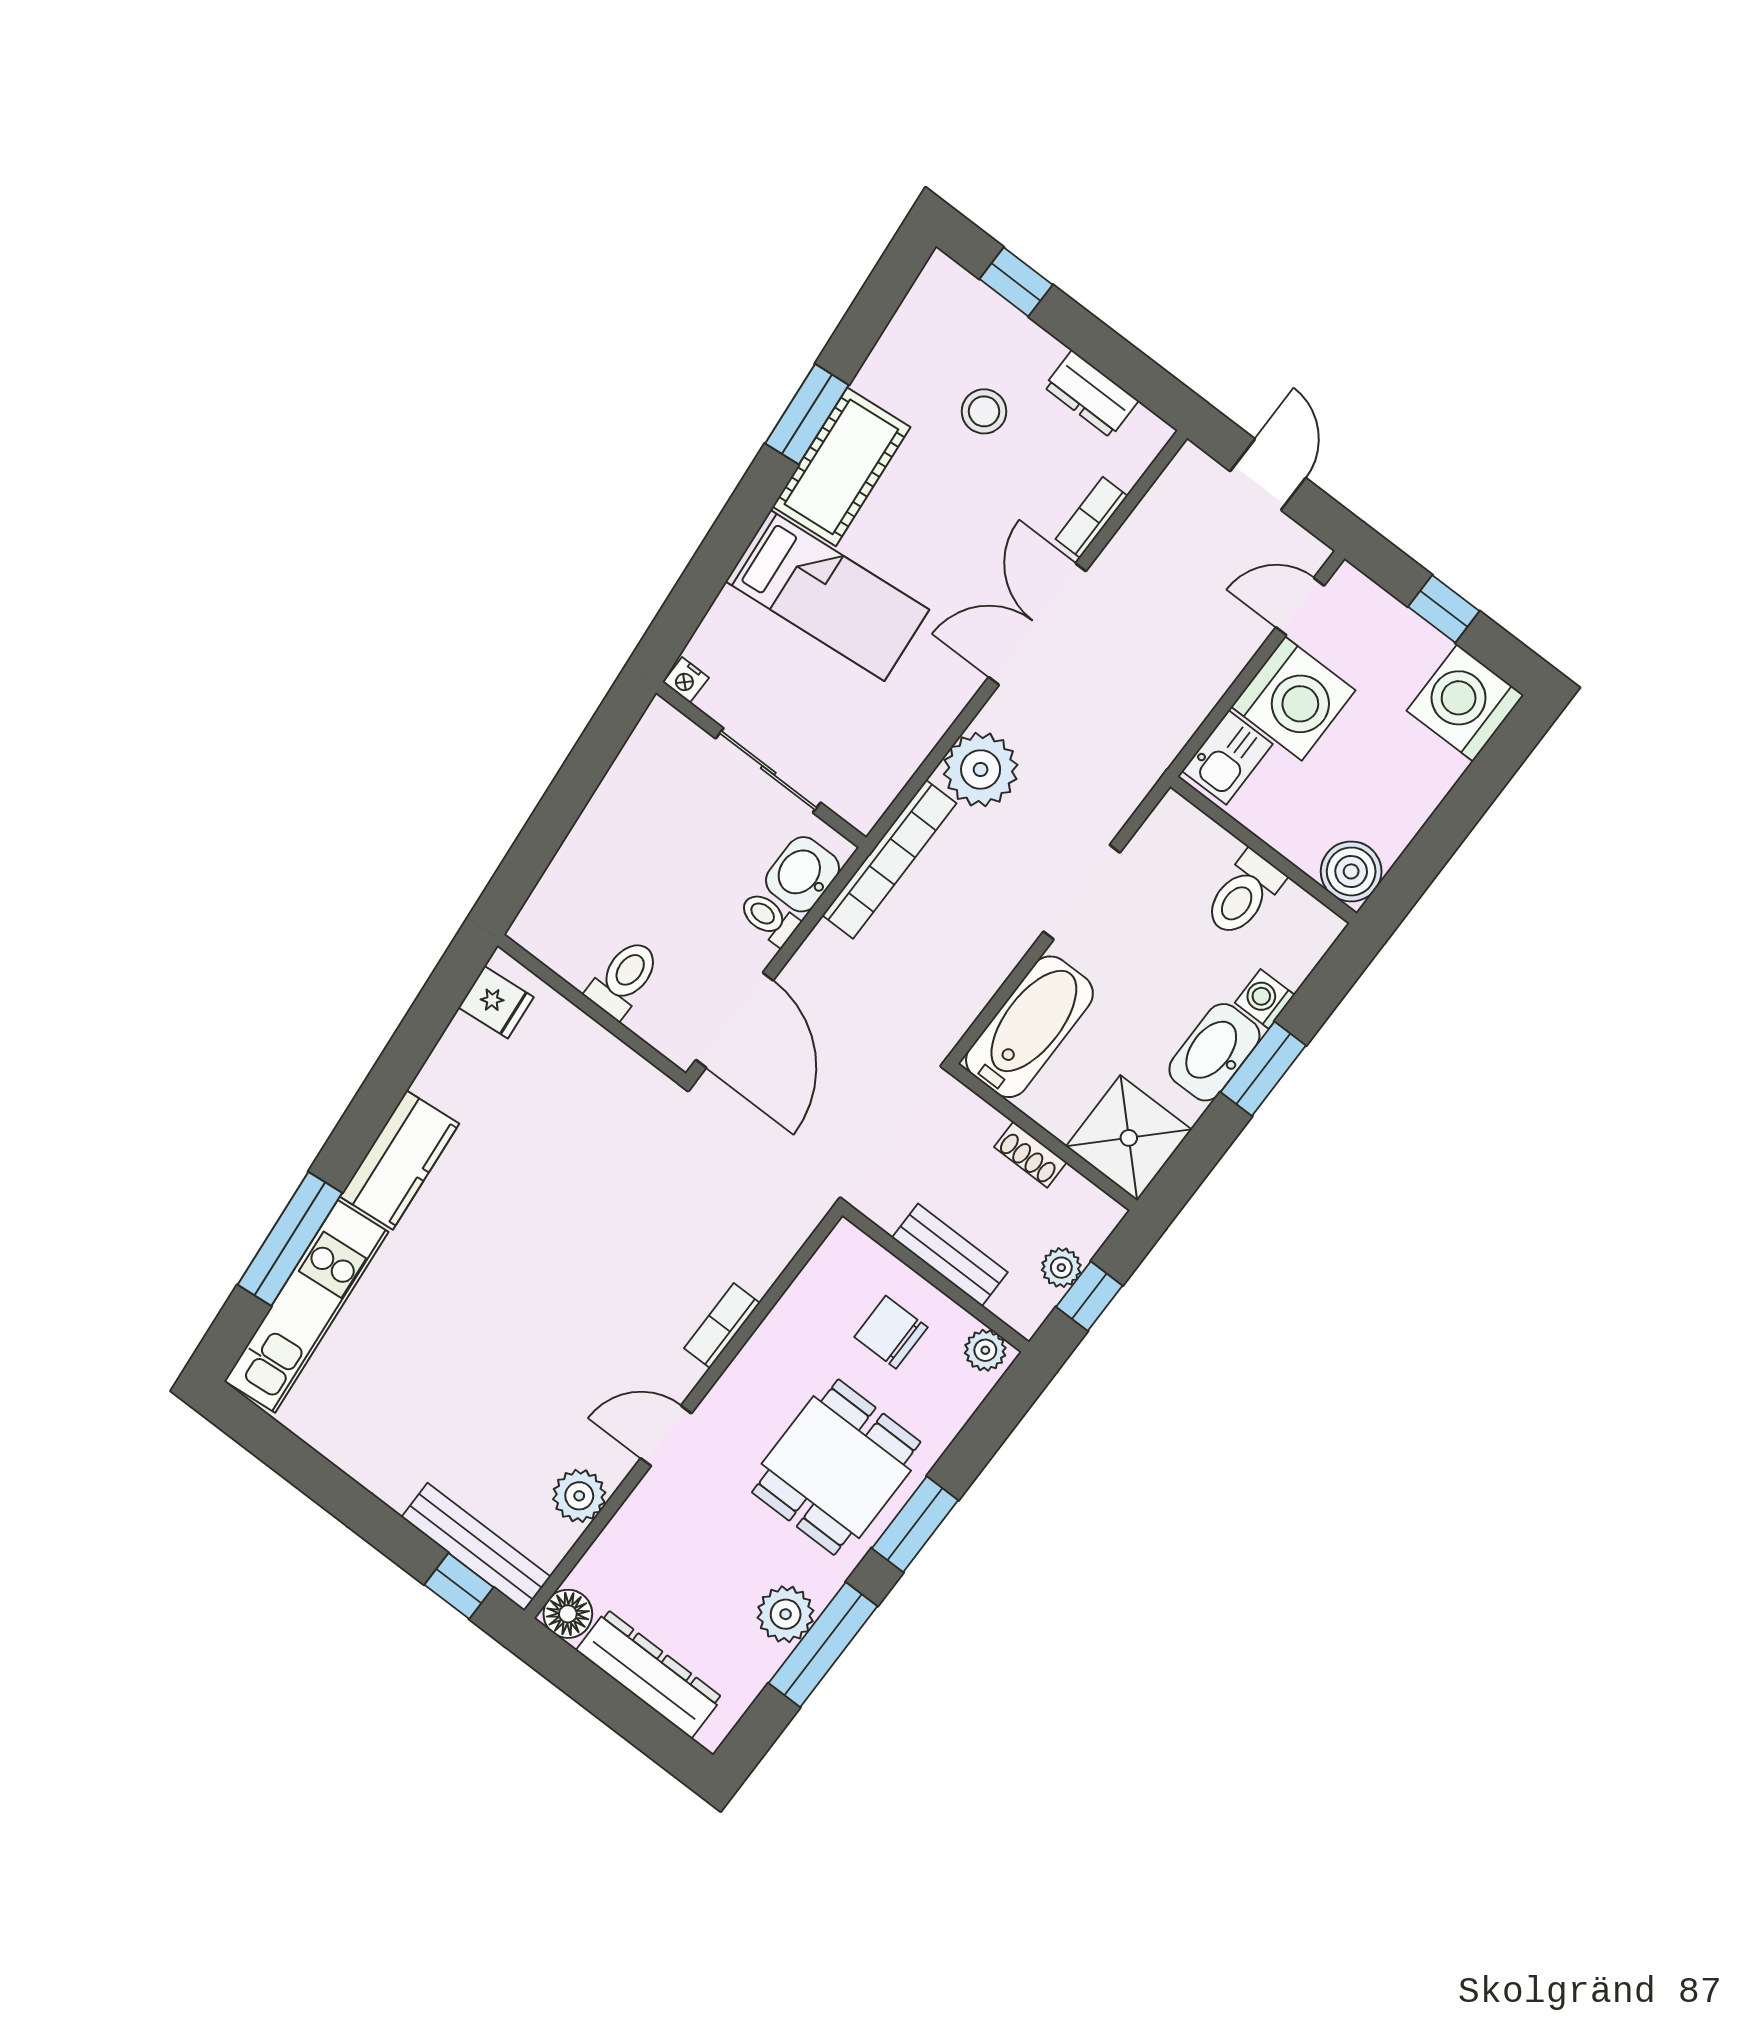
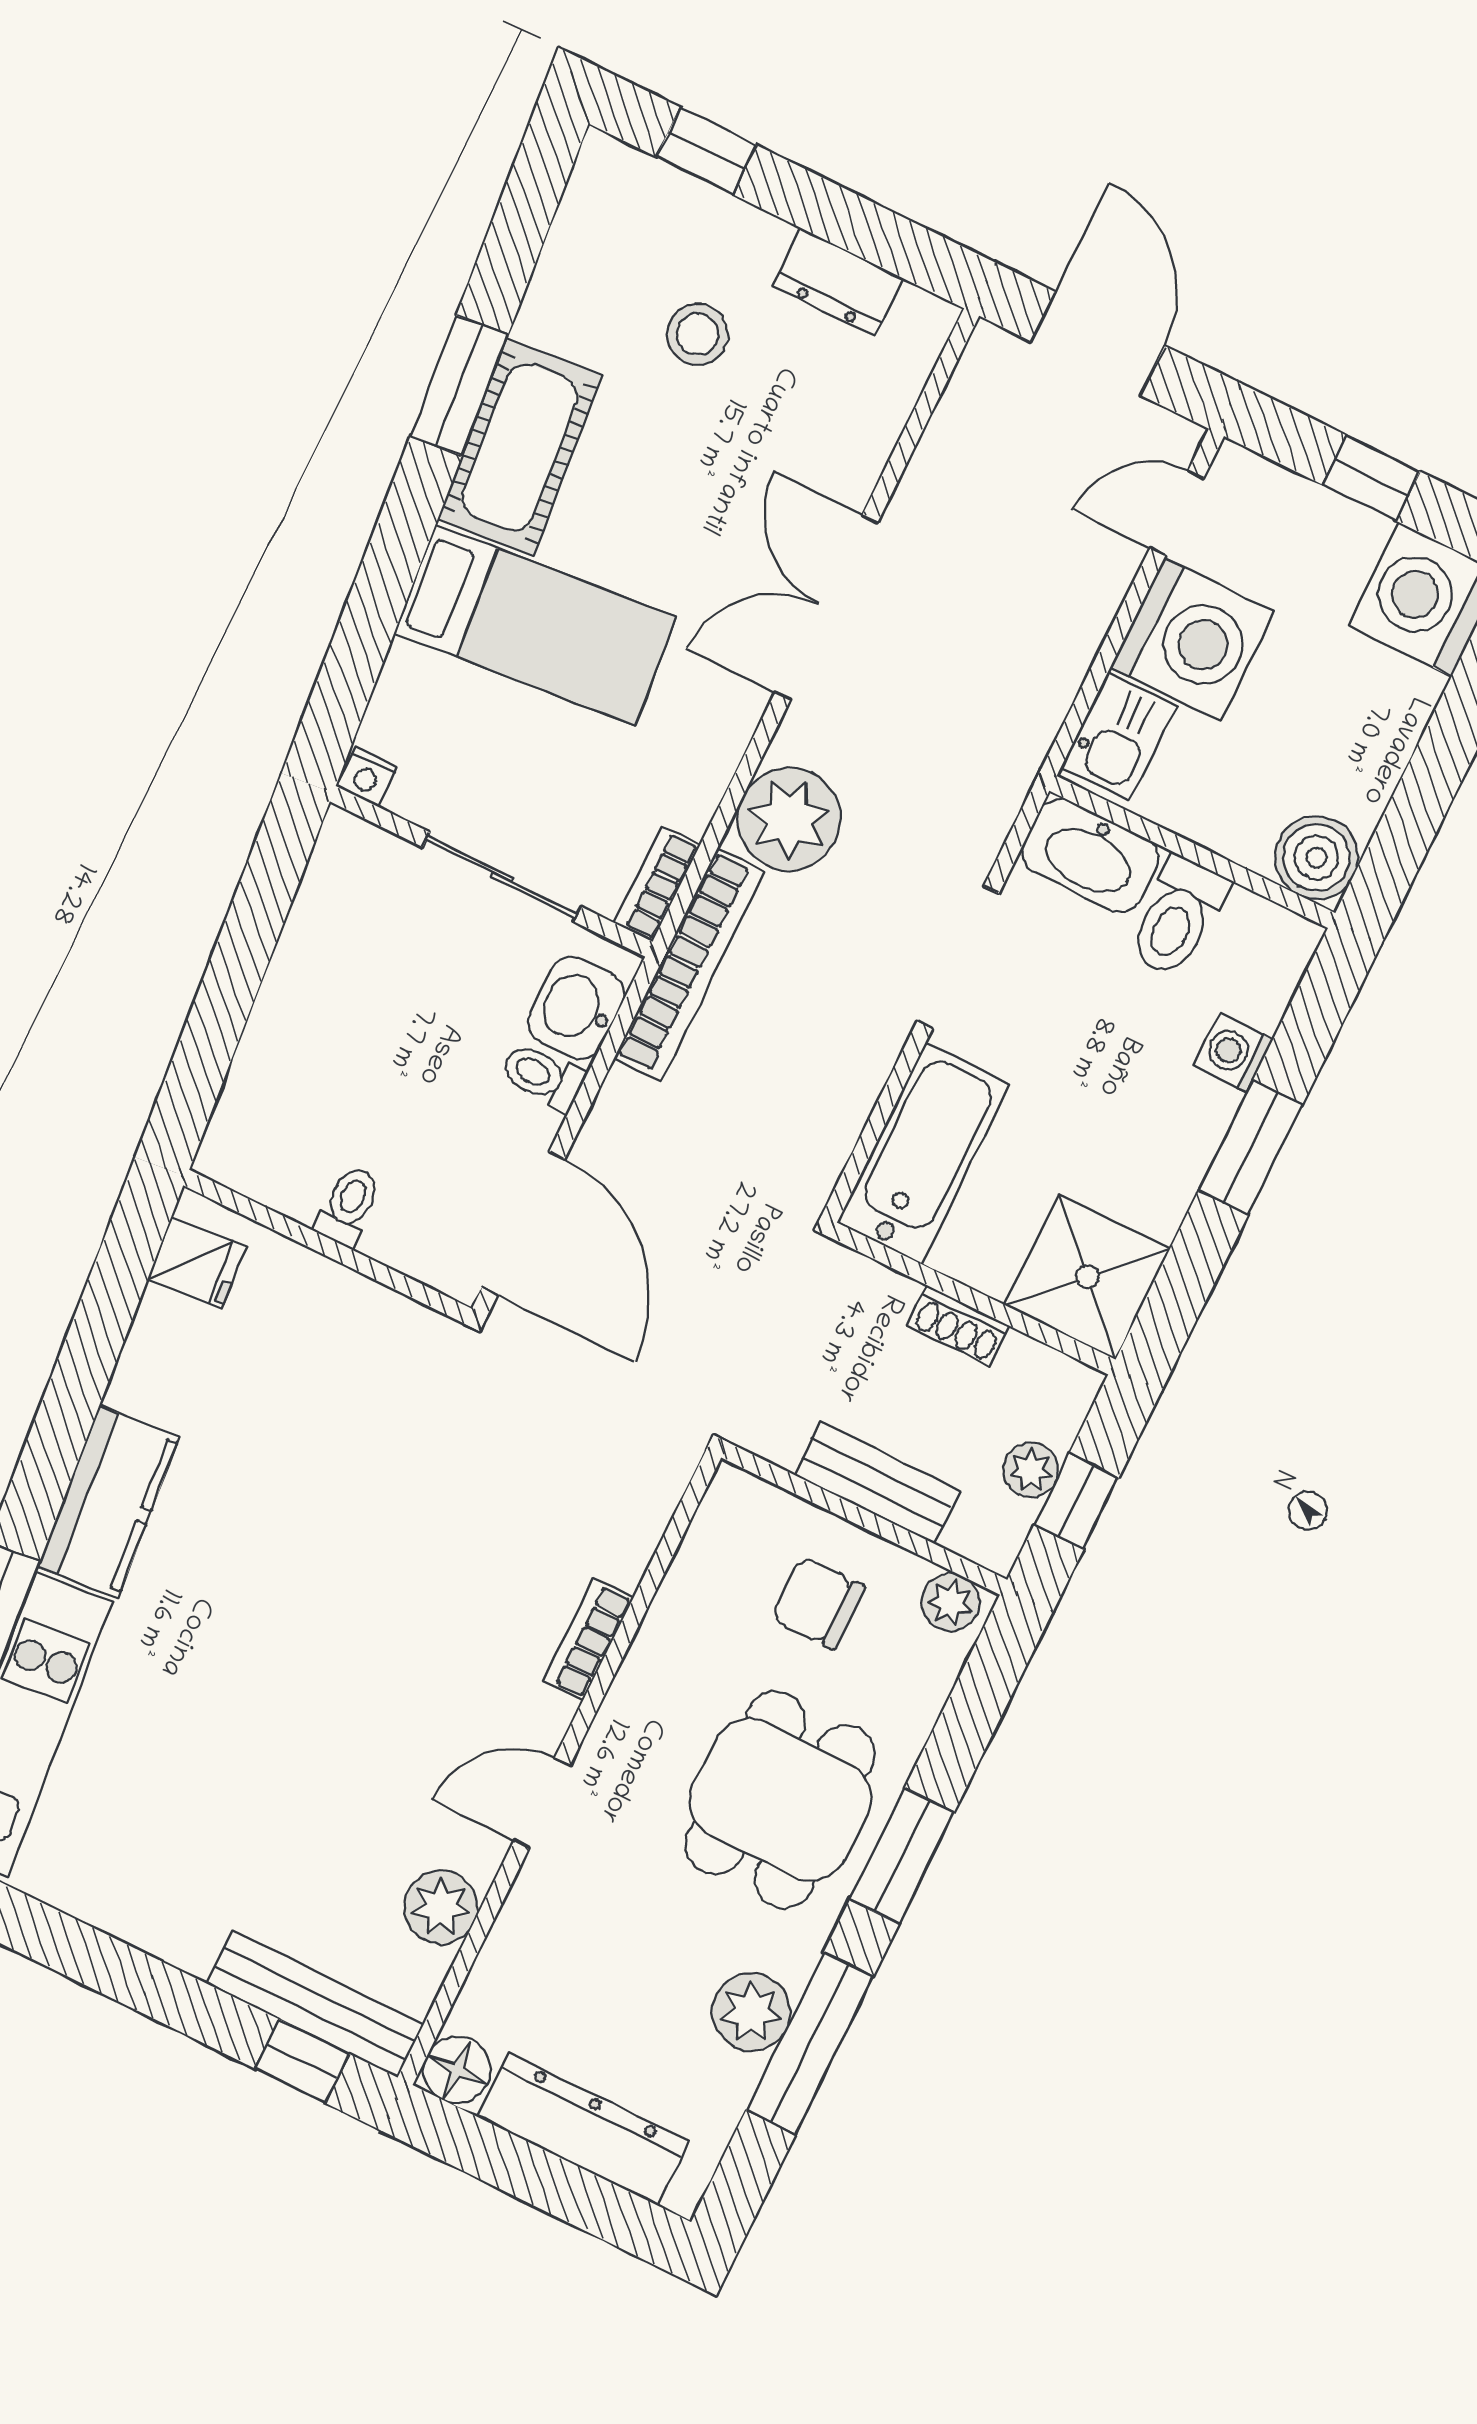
door: (1268, 474) -> (1098, 344), width x1.38
bookcase: (1092, 517) -> (657, 884), moved
toilet: (624, 978) -> (348, 1206), width x0.73, depth x0.72
washbasin: (1214, 1052) -> (1090, 855), moved, turned -90

